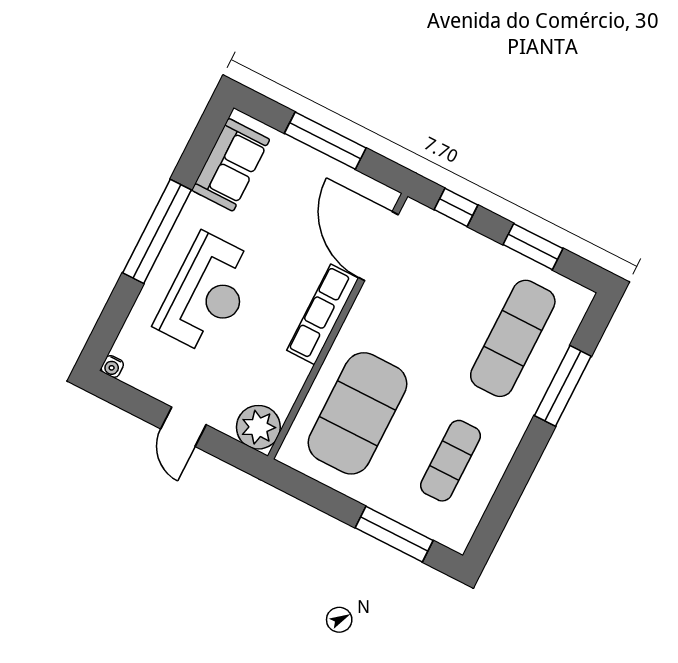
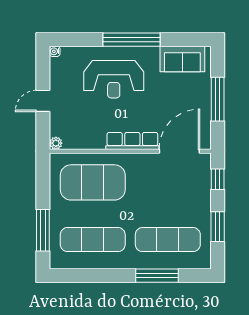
plant: (258, 427) -> (56, 143), width x0.53, depth x0.53
exercise mat: (450, 461) -> (93, 240), width x1.36, depth x1.45

